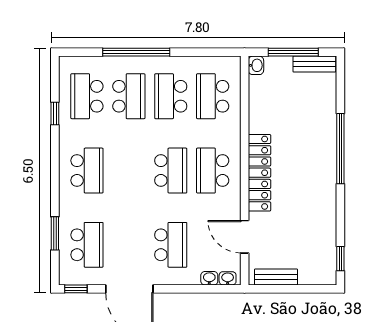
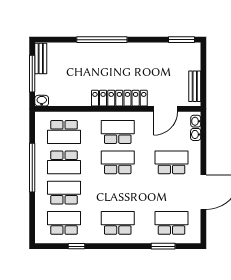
window: (136, 52) -> (32, 168), moved
school desk: (87, 96) -> (64, 223), turned 180
school desk: (213, 171) -> (118, 132), turned 180
window: (340, 259) -> (181, 40), width x1.50
window: (76, 289) -> (203, 231), removed

